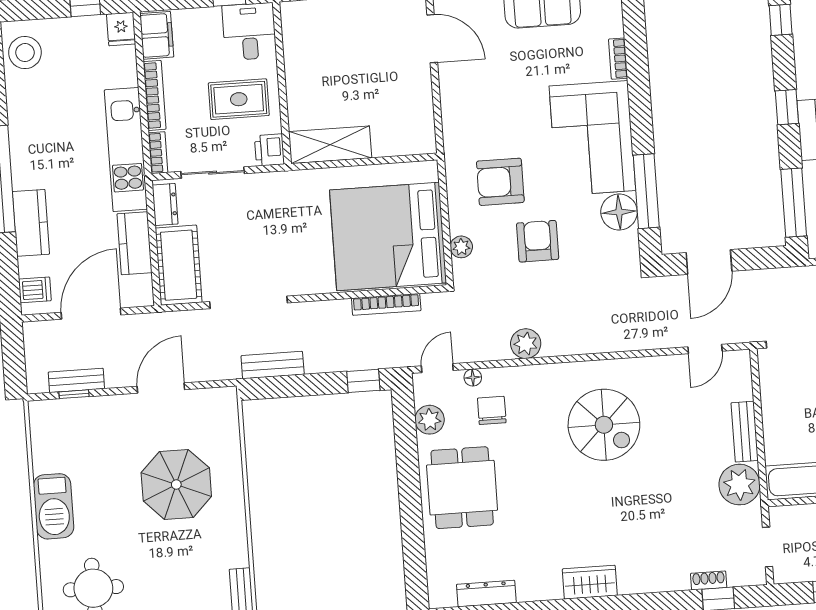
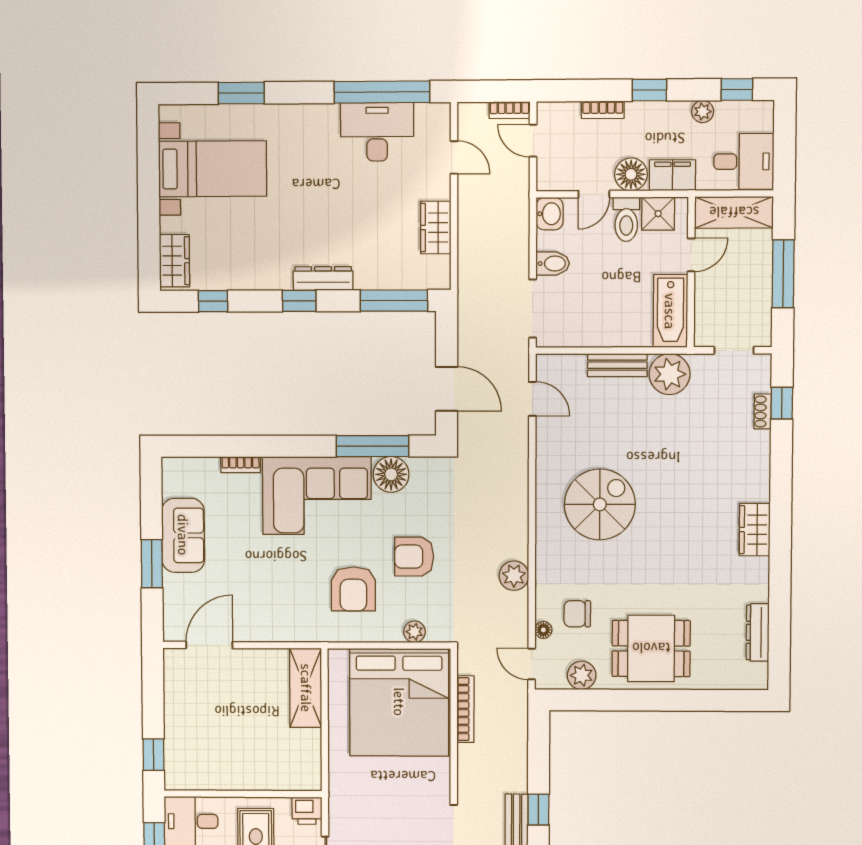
shelving: (330, 145) -> (306, 688), moved
window: (363, 381) -> (538, 810), moved

